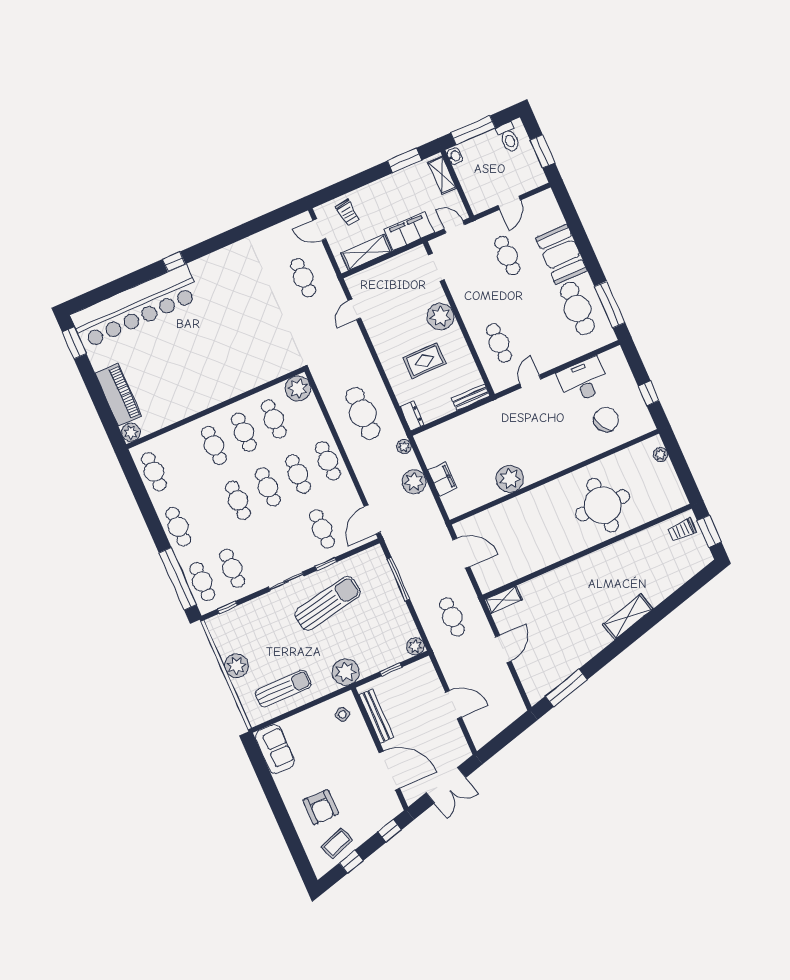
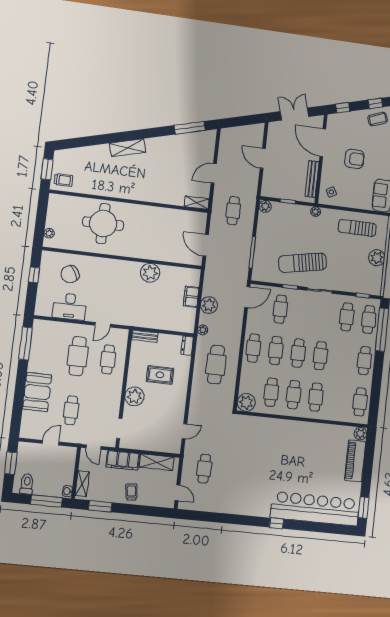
trolley: (348, 213) -> (131, 492), moved
cafe table: (577, 309) -> (78, 356), moved
plant: (346, 672) -> (316, 212), width x0.53, depth x0.53
armchair: (321, 807) -> (354, 159), moved, turned 90

